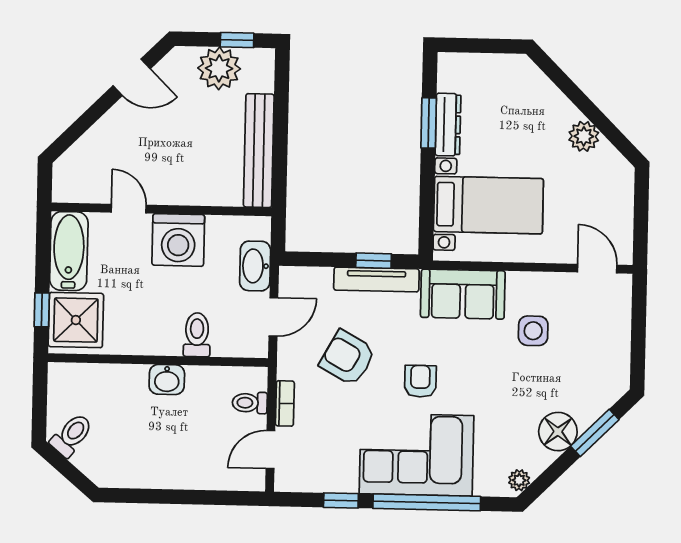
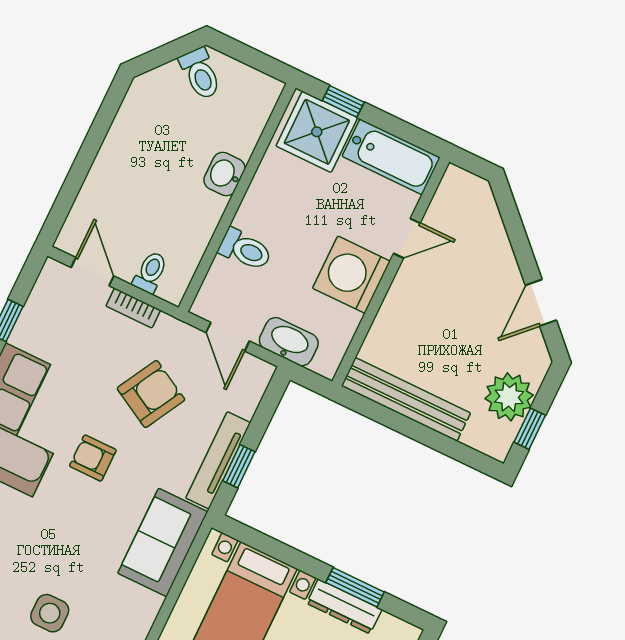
side table: (533, 331) -> (50, 613), moved
washbasin: (167, 380) -> (224, 174), moved
armchair: (420, 381) -> (93, 458), turned 180

